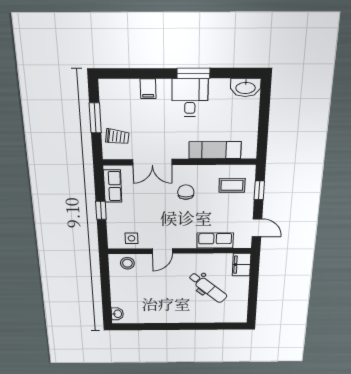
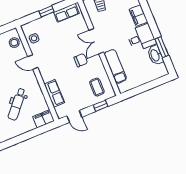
window: (193, 73) -> (162, 47), moved
washbasin: (246, 87) -> (155, 55), moved
filing cabinet: (148, 89) -> (138, 16), width x2.00
double door: (152, 162) -> (96, 41), moved
door: (257, 228) -> (74, 116), hinge flipped

